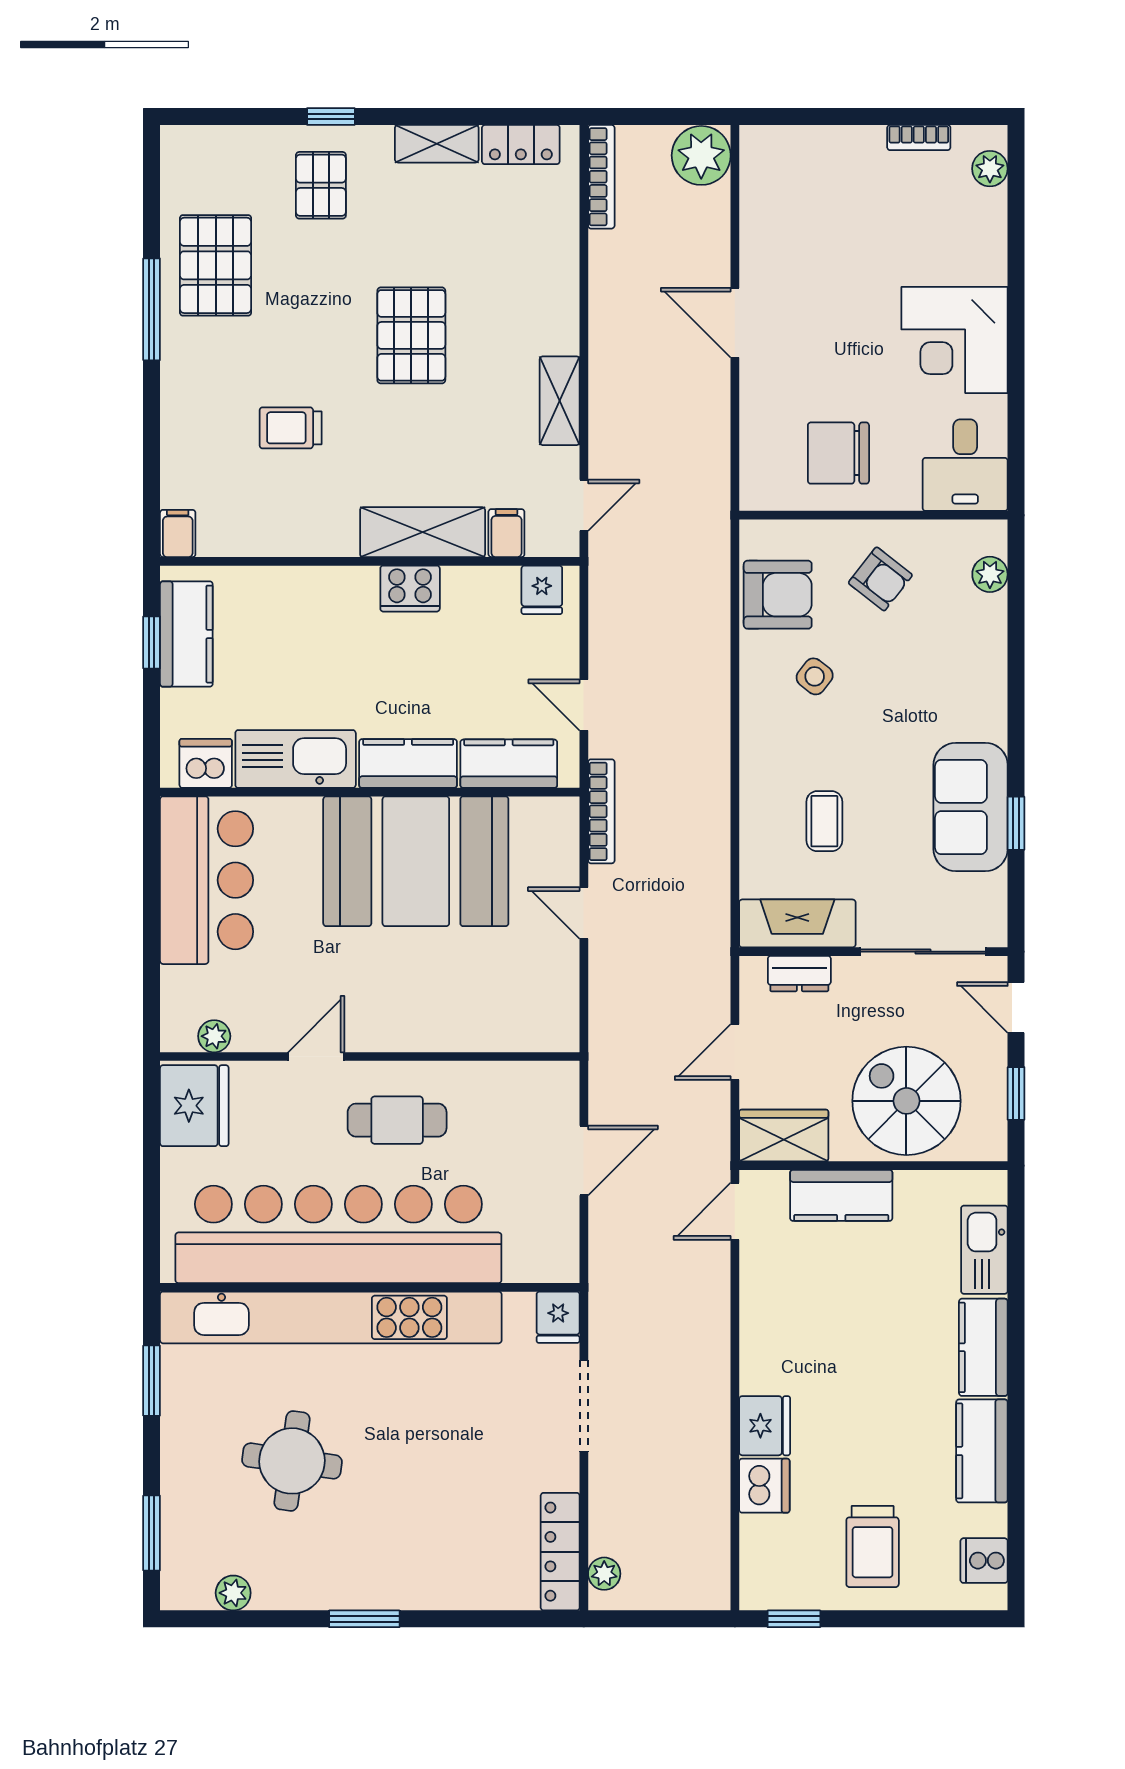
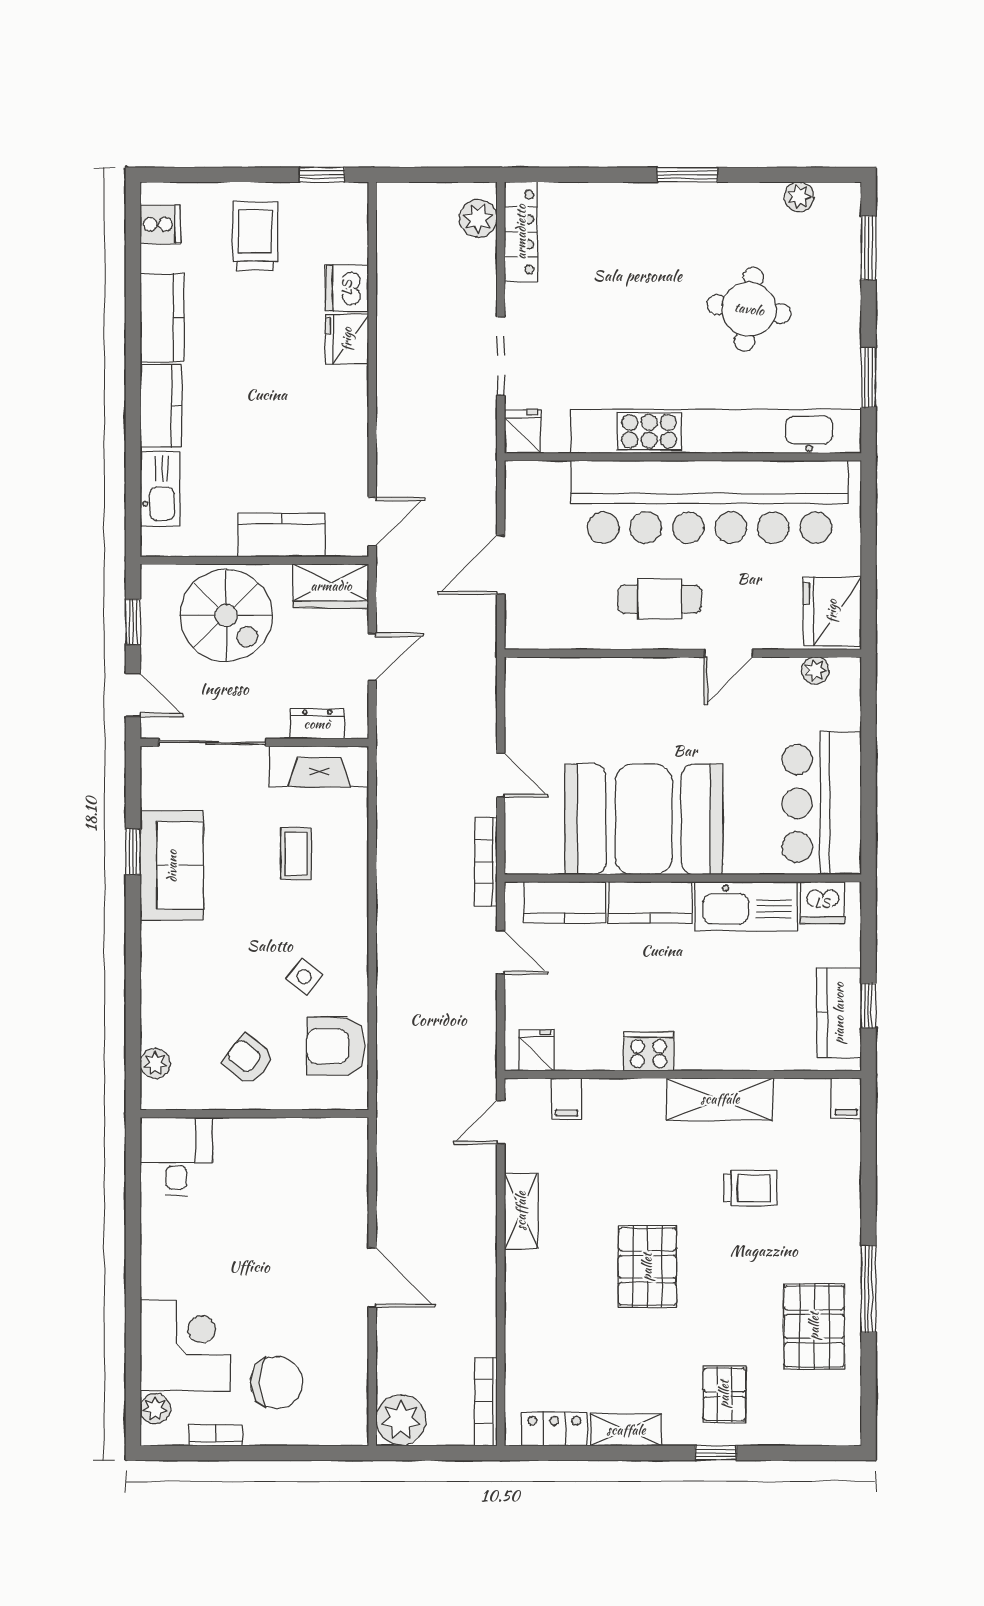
corner desk: (955, 340) -> (185, 1345), moved
chair: (838, 453) -> (276, 1383), moved
shelving: (423, 532) -> (720, 1099), moved
plant: (604, 1574) -> (478, 218), width x1.38, depth x1.38

